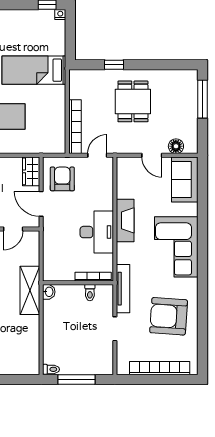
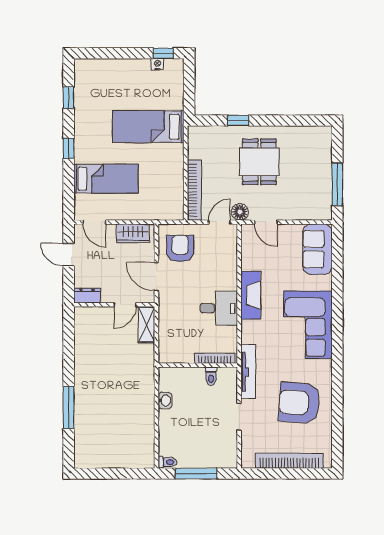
nightstand: (60, 14) -> (158, 64), moved
window: (202, 99) -> (337, 184), moved
floor lamp: (176, 146) -> (240, 212), moved
door: (152, 155) -> (266, 222), moved
wardrobe: (31, 171) -> (133, 233), moved, turned -90
desk: (97, 232) -> (219, 308), width x0.73
shelving: (30, 290) -> (147, 325), moved, width x0.67, depth x0.75
washbasin: (49, 292) -> (165, 401), moved

